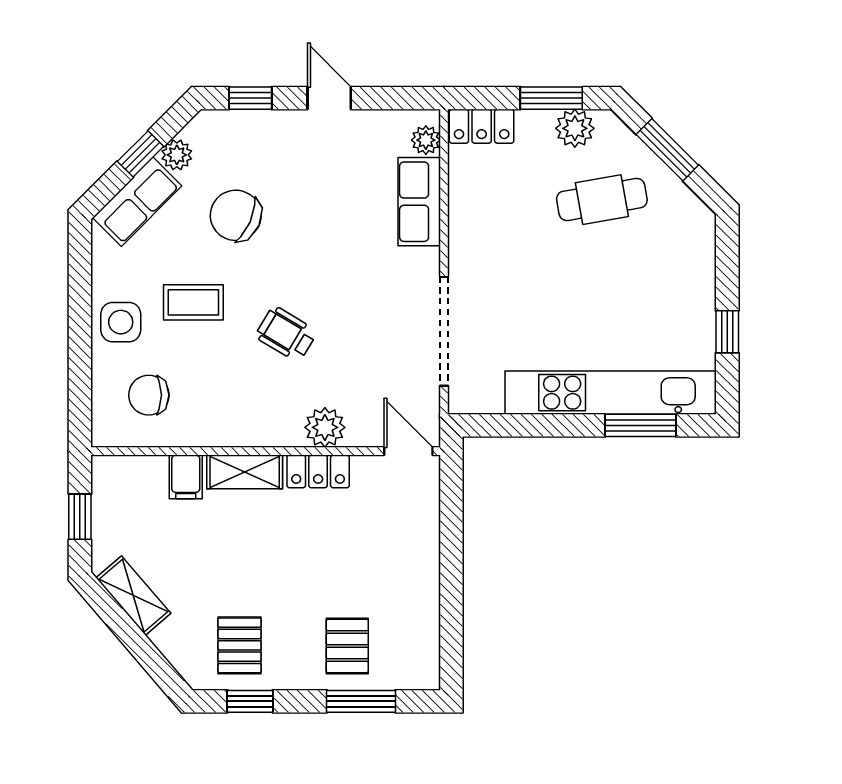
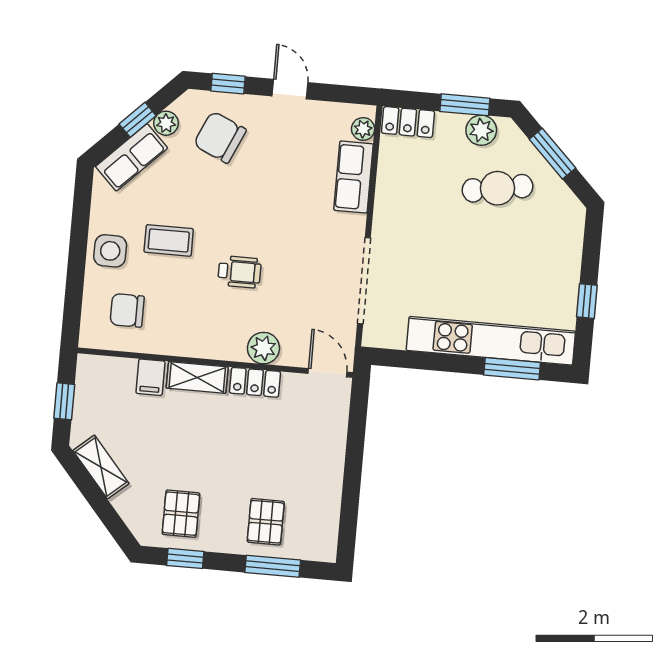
chair: (236, 215) -> (220, 137), moved
wheelchair: (286, 334) -> (240, 272), turned 149

